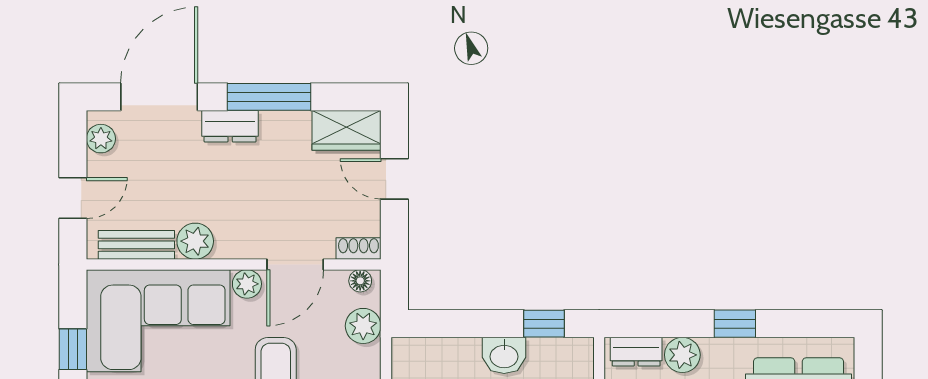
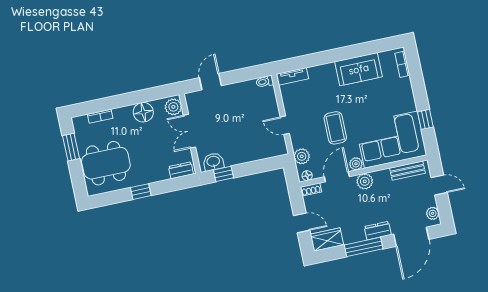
door: (73, 198) -> (439, 185), swing flipped
plant: (195, 241) -> (365, 181), moved
washbasin: (504, 355) -> (213, 162), moved
plant: (682, 355) -> (161, 173), removed

